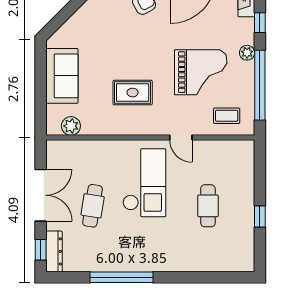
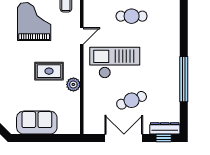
rug: (133, 93) -> (49, 71), turned 90
plant: (71, 126) -> (73, 84), moved
cafe table: (93, 206) -> (132, 100), turned -30

